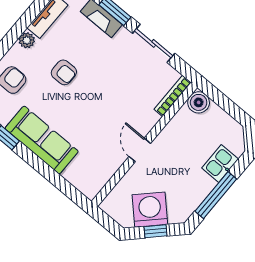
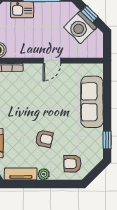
armchair: (64, 72) -> (44, 139), turned 103
sofa: (42, 140) -> (92, 102), moved

